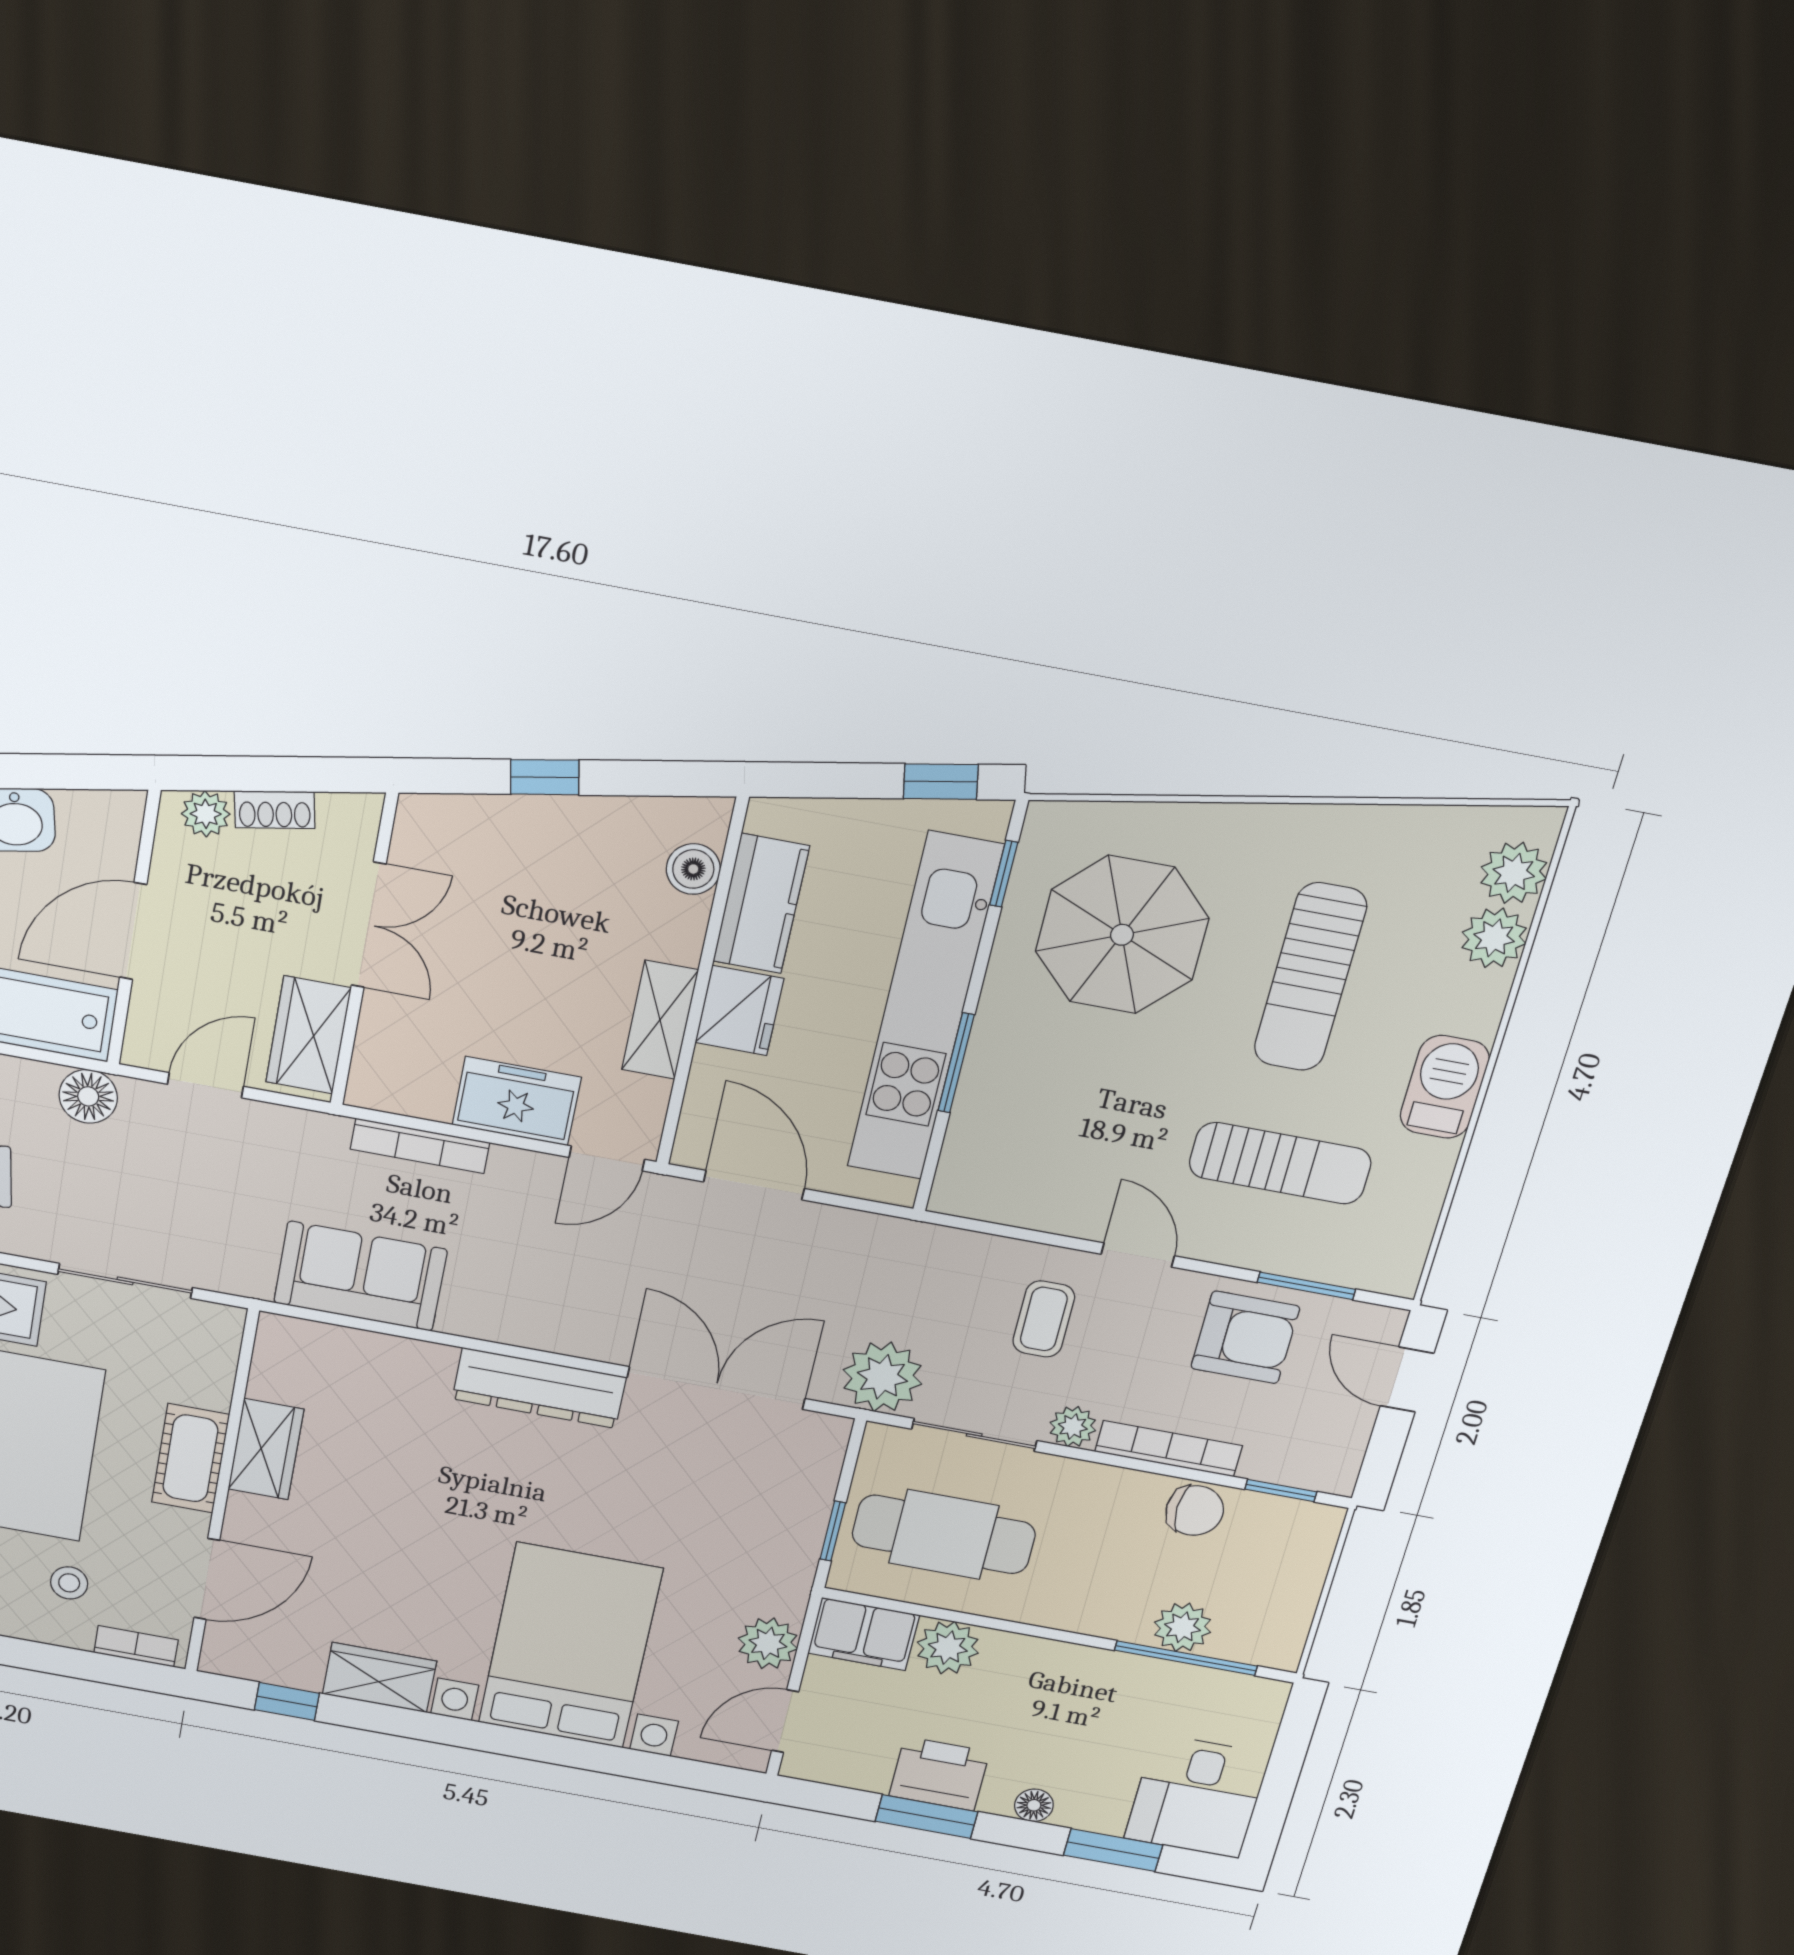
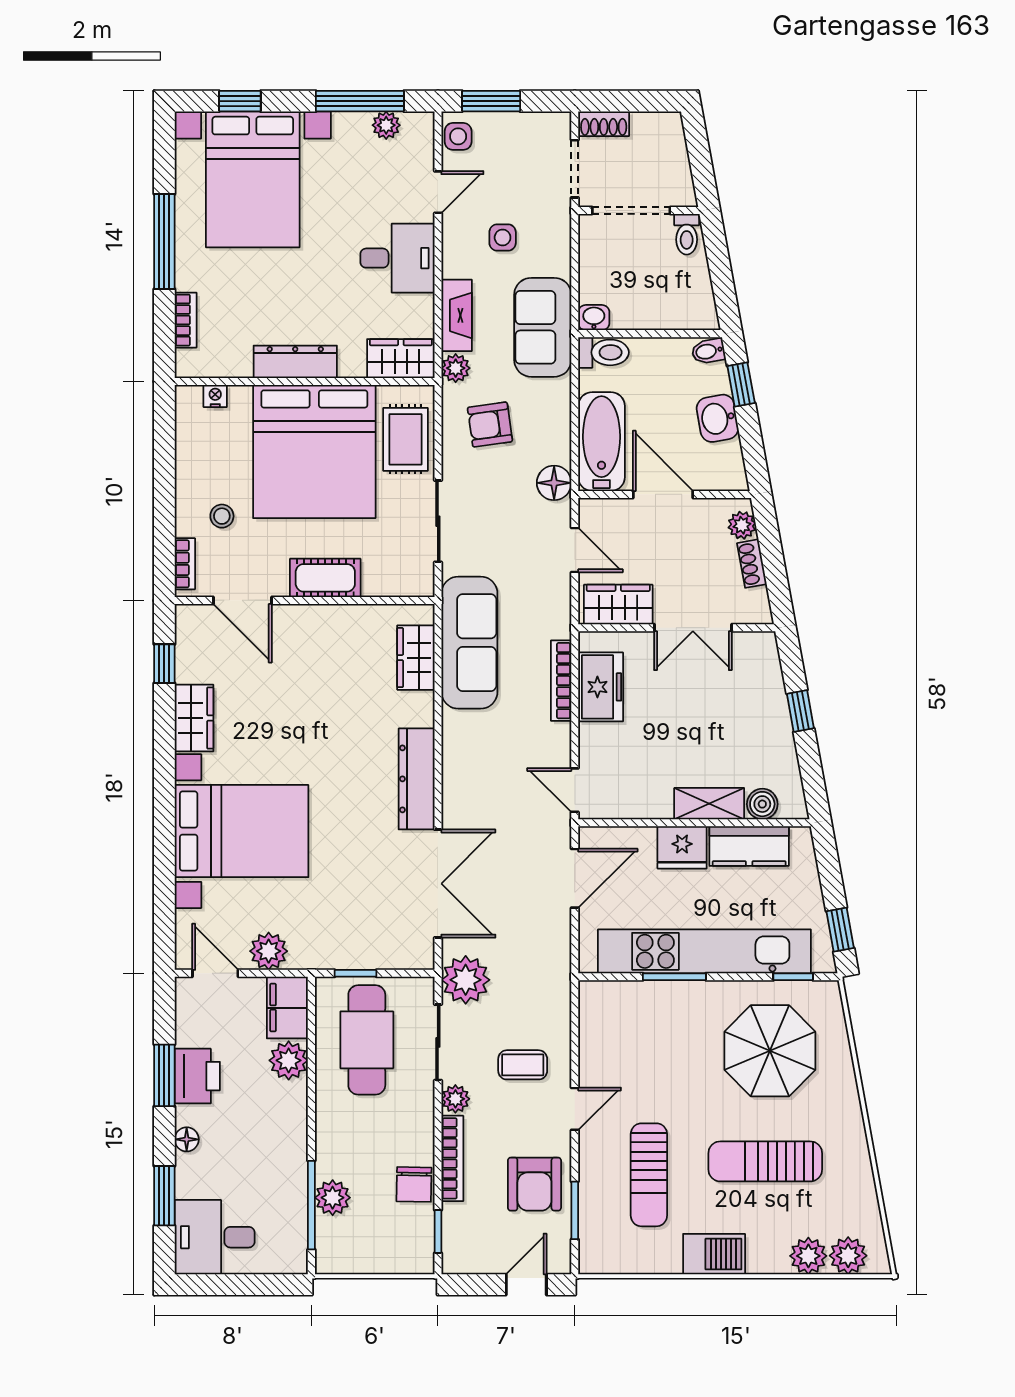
shelving: (660, 1020) -> (709, 804), moved
freezer: (517, 1101) -> (601, 687), moved
sofa: (360, 1276) -> (469, 643), width x1.36
wardrobe: (266, 1449) -> (416, 658), moved, turned 90

